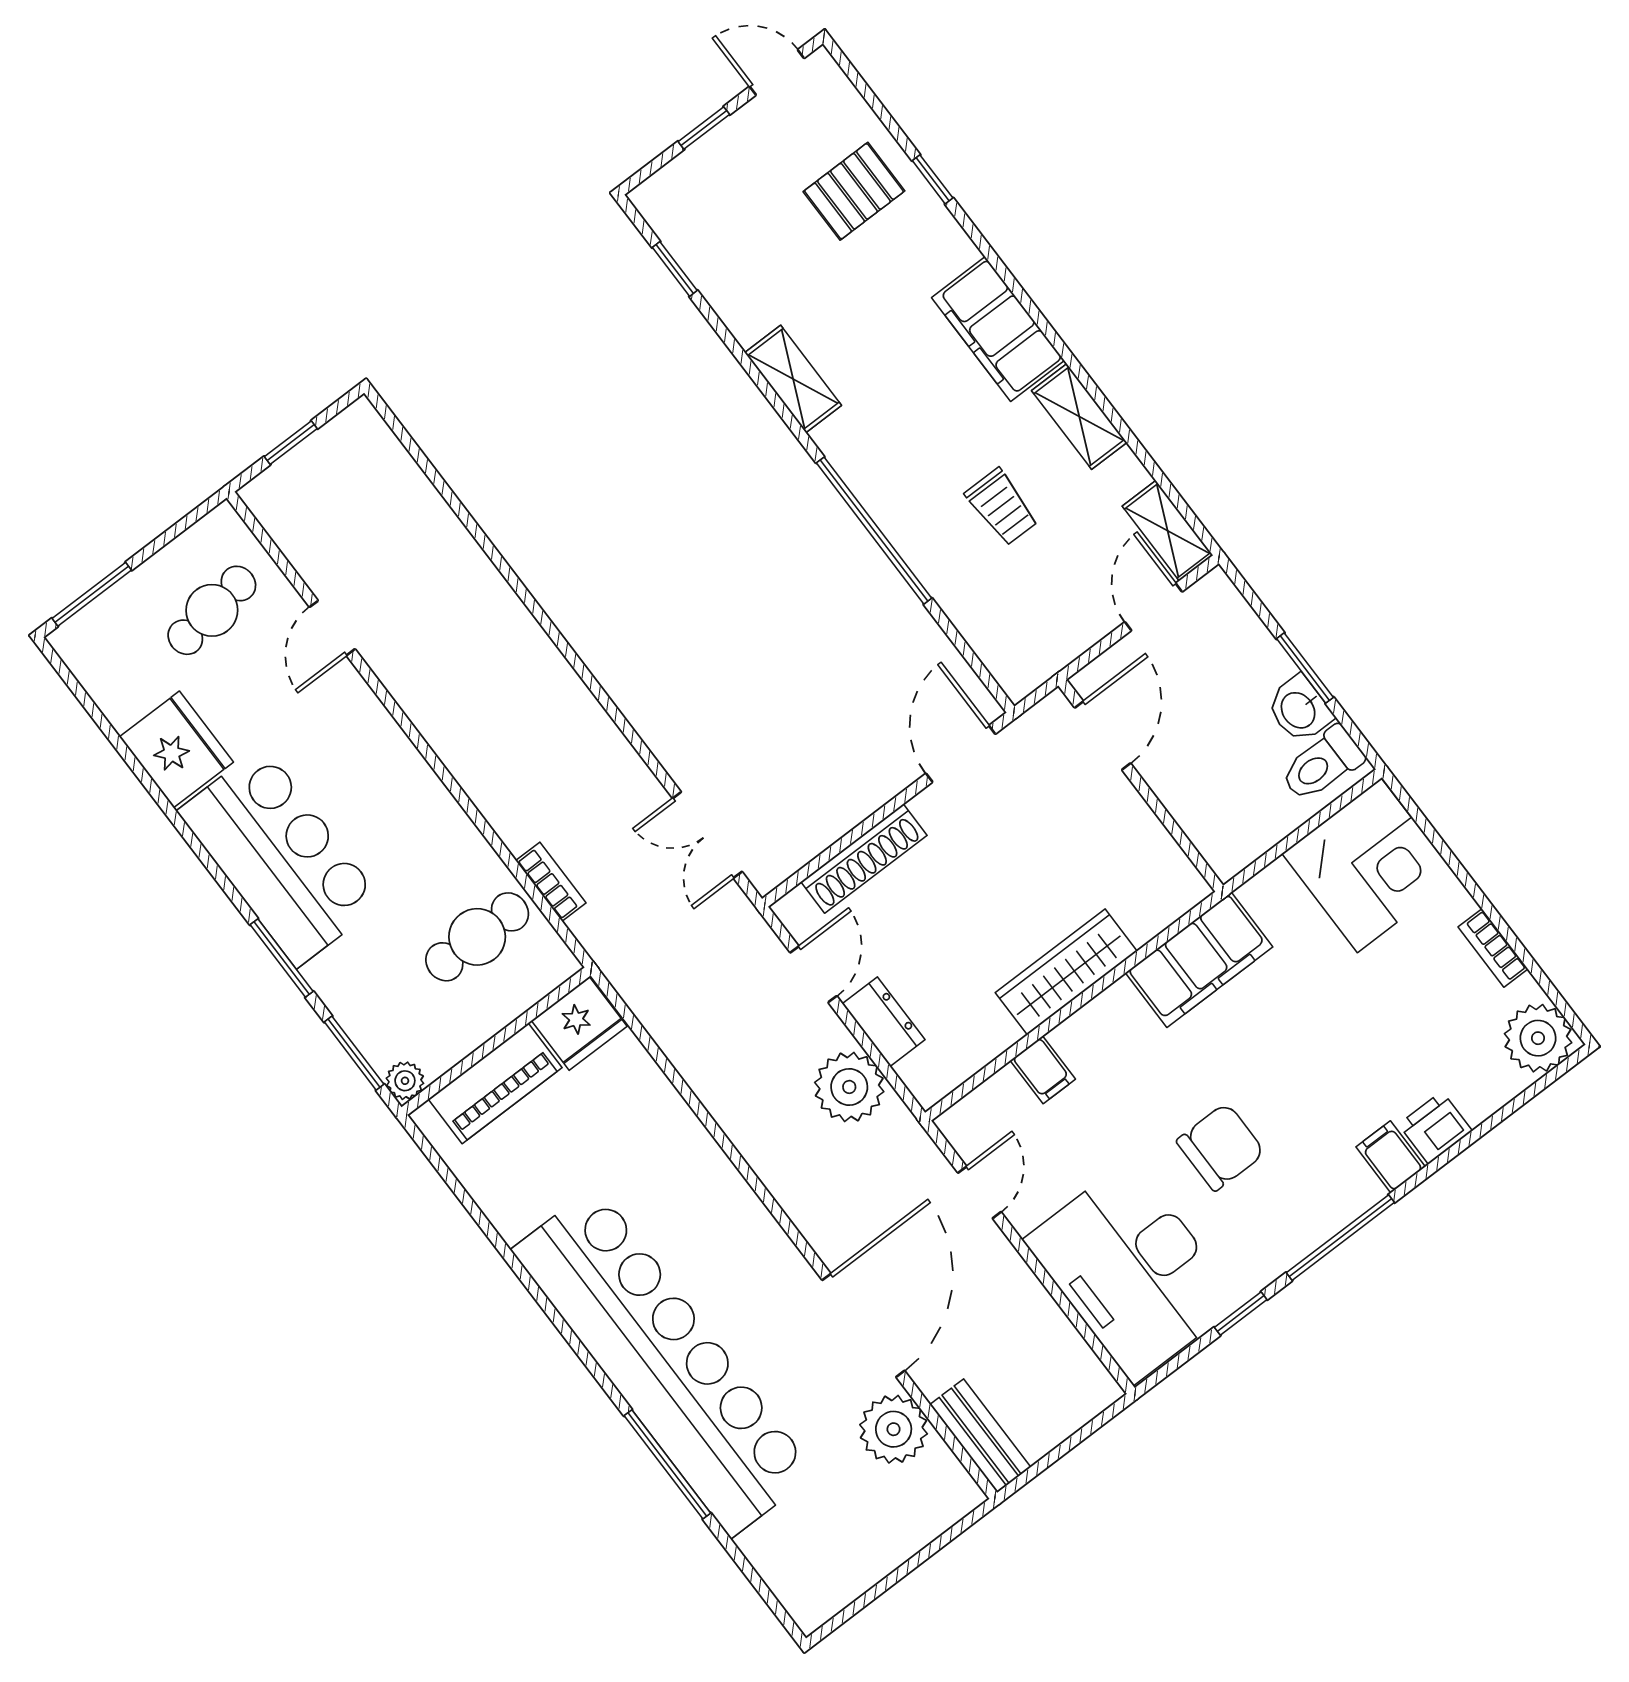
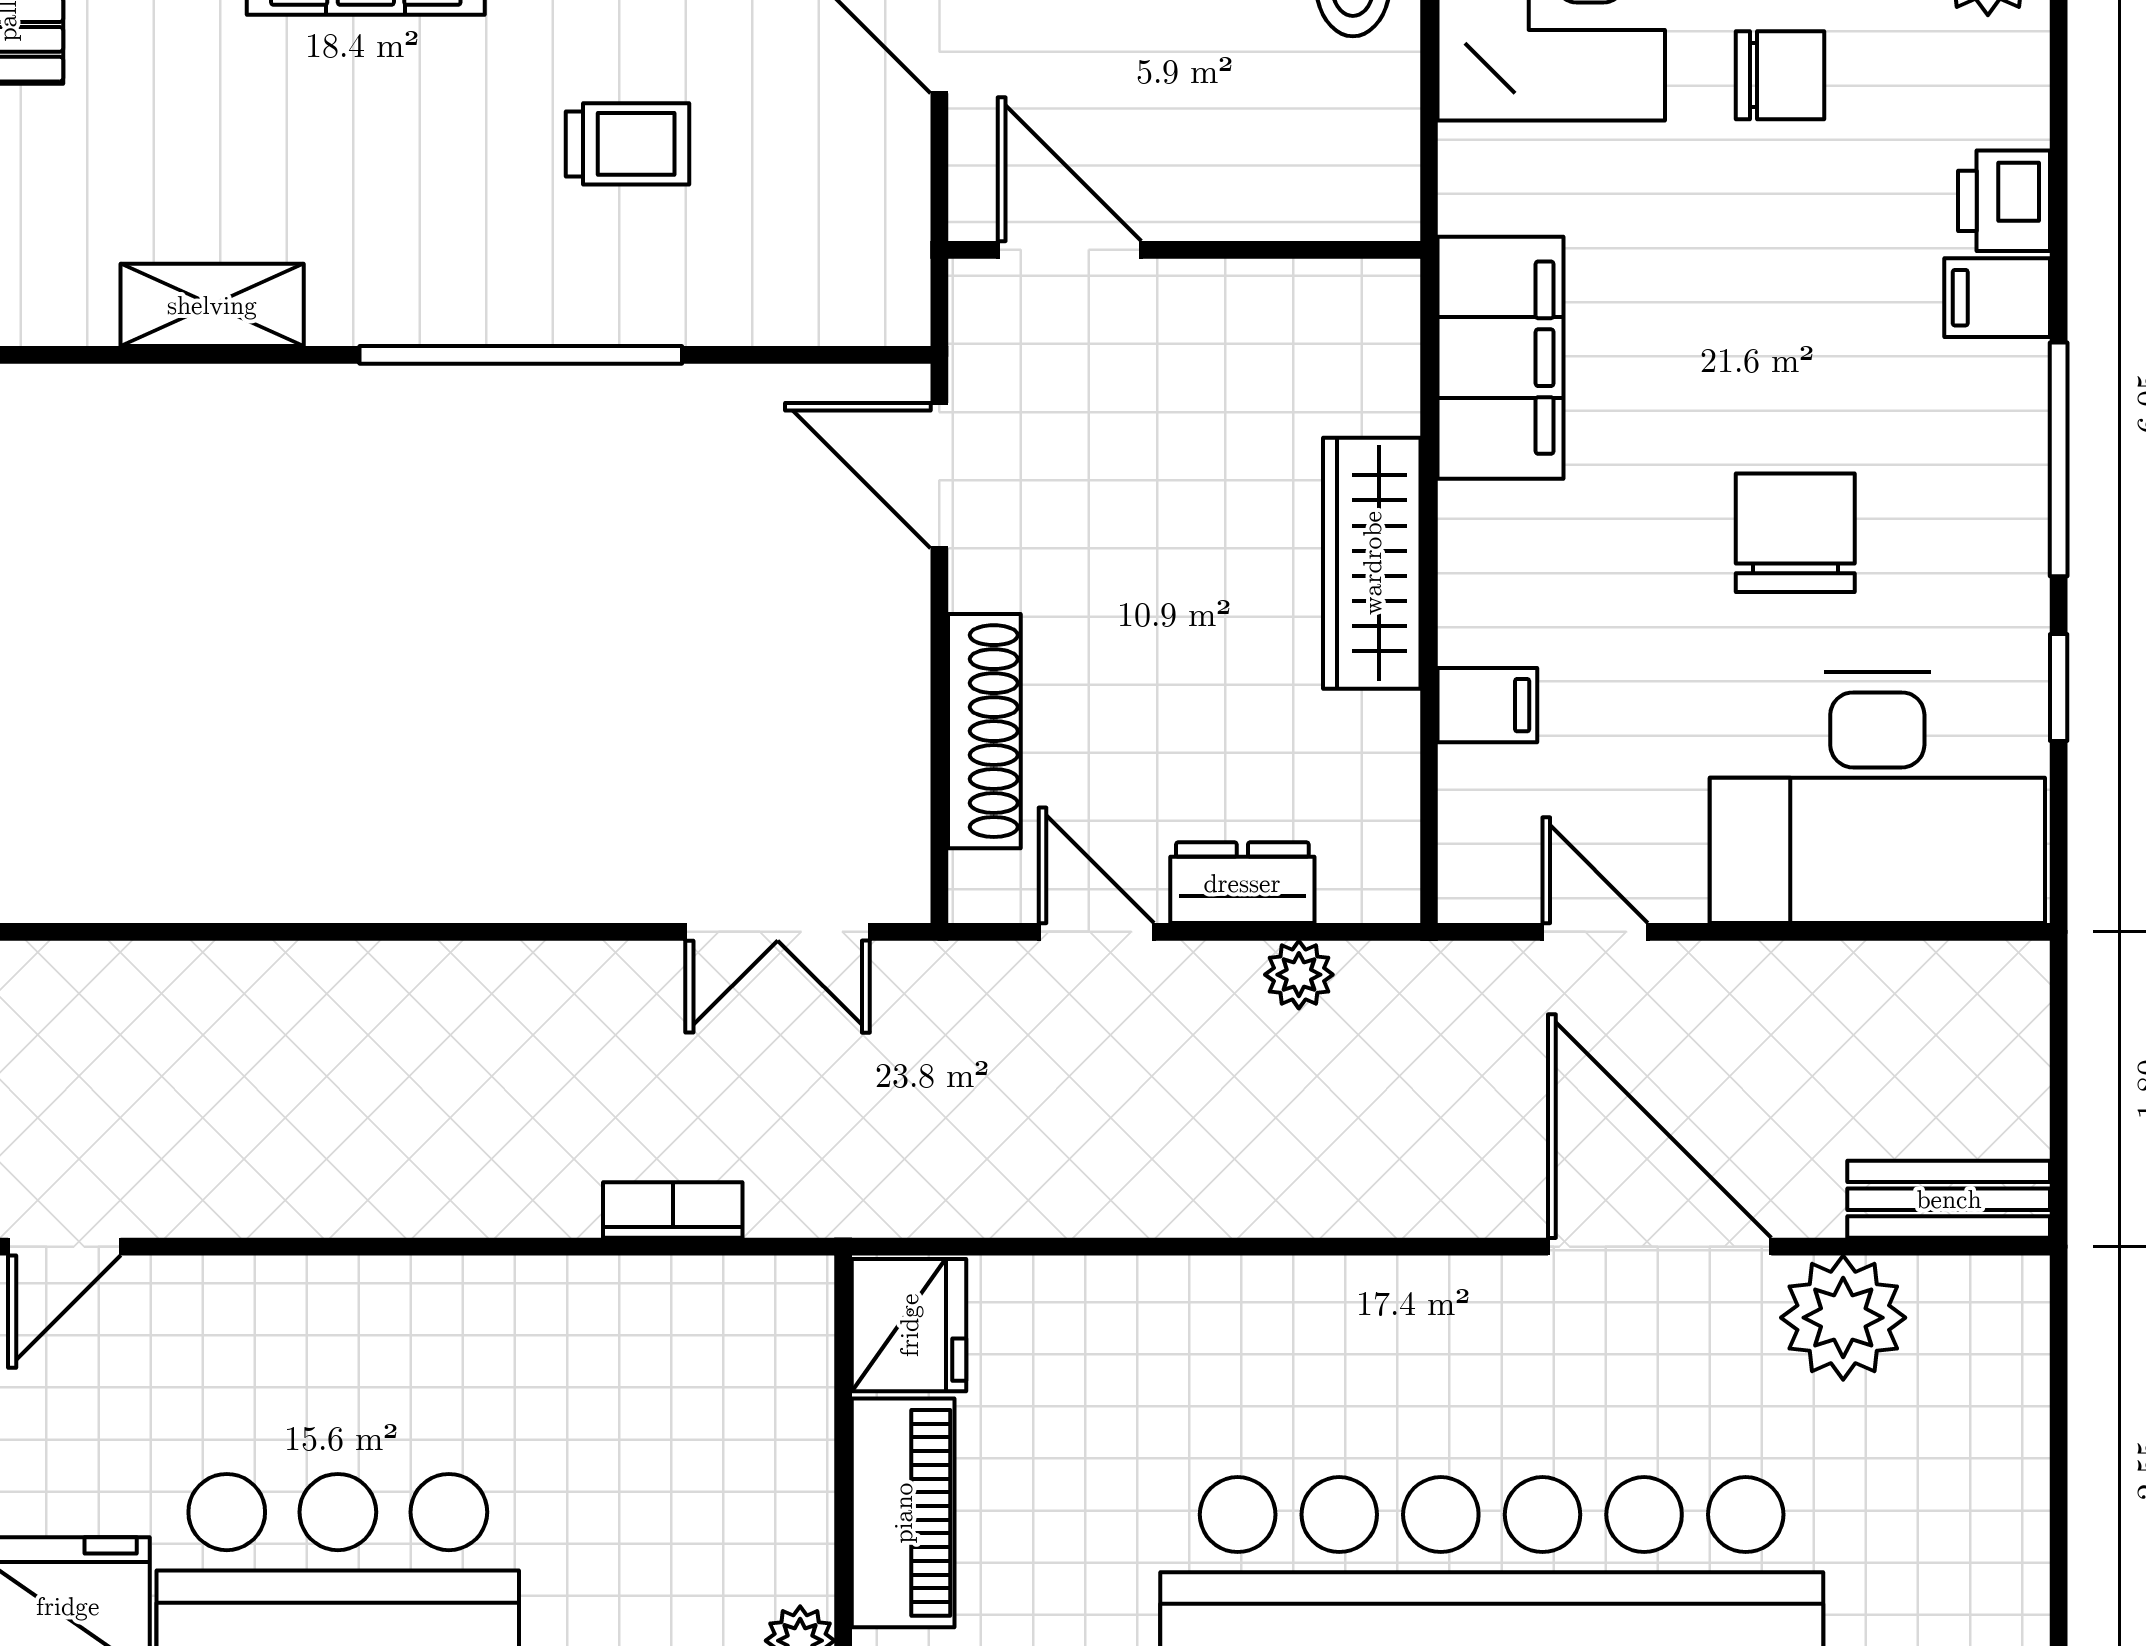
door: (332, 628) -> (64, 1247), hinge flipped
cafe table: (477, 937) -> (671, 1377), removed
chair: (1416, 988) -> (1780, 75), added
plant: (849, 1087) -> (1299, 975), width x0.53, depth x0.53

